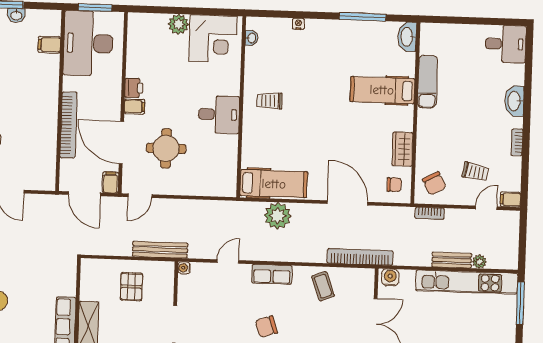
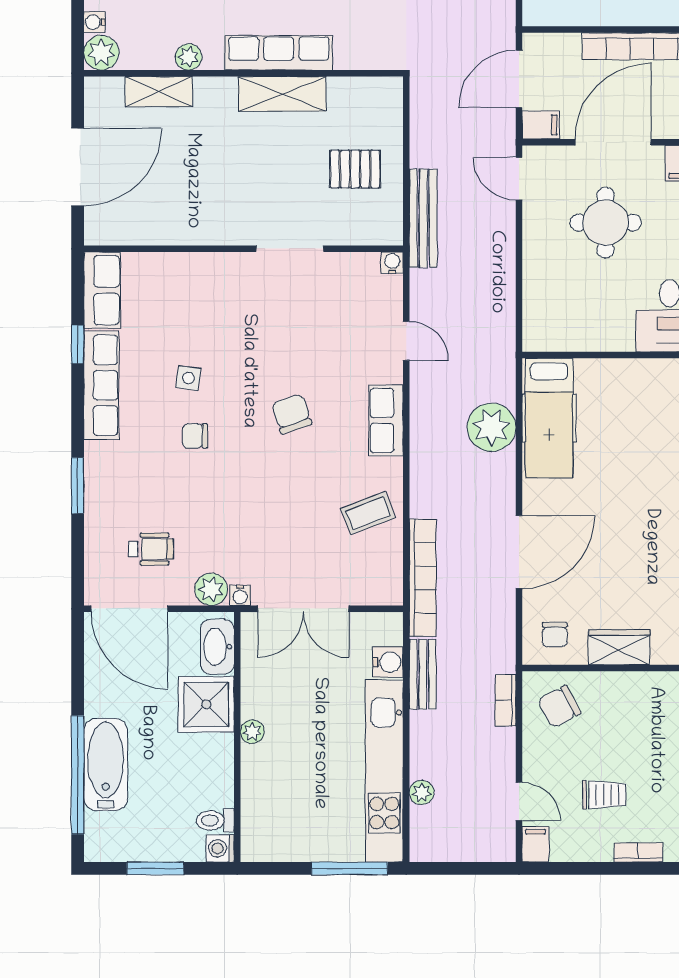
trolley: (475, 172) -> (604, 795), moved, turned -101
bench: (452, 260) -> (423, 674), moved
water cooler: (390, 277) -> (388, 662), moved

